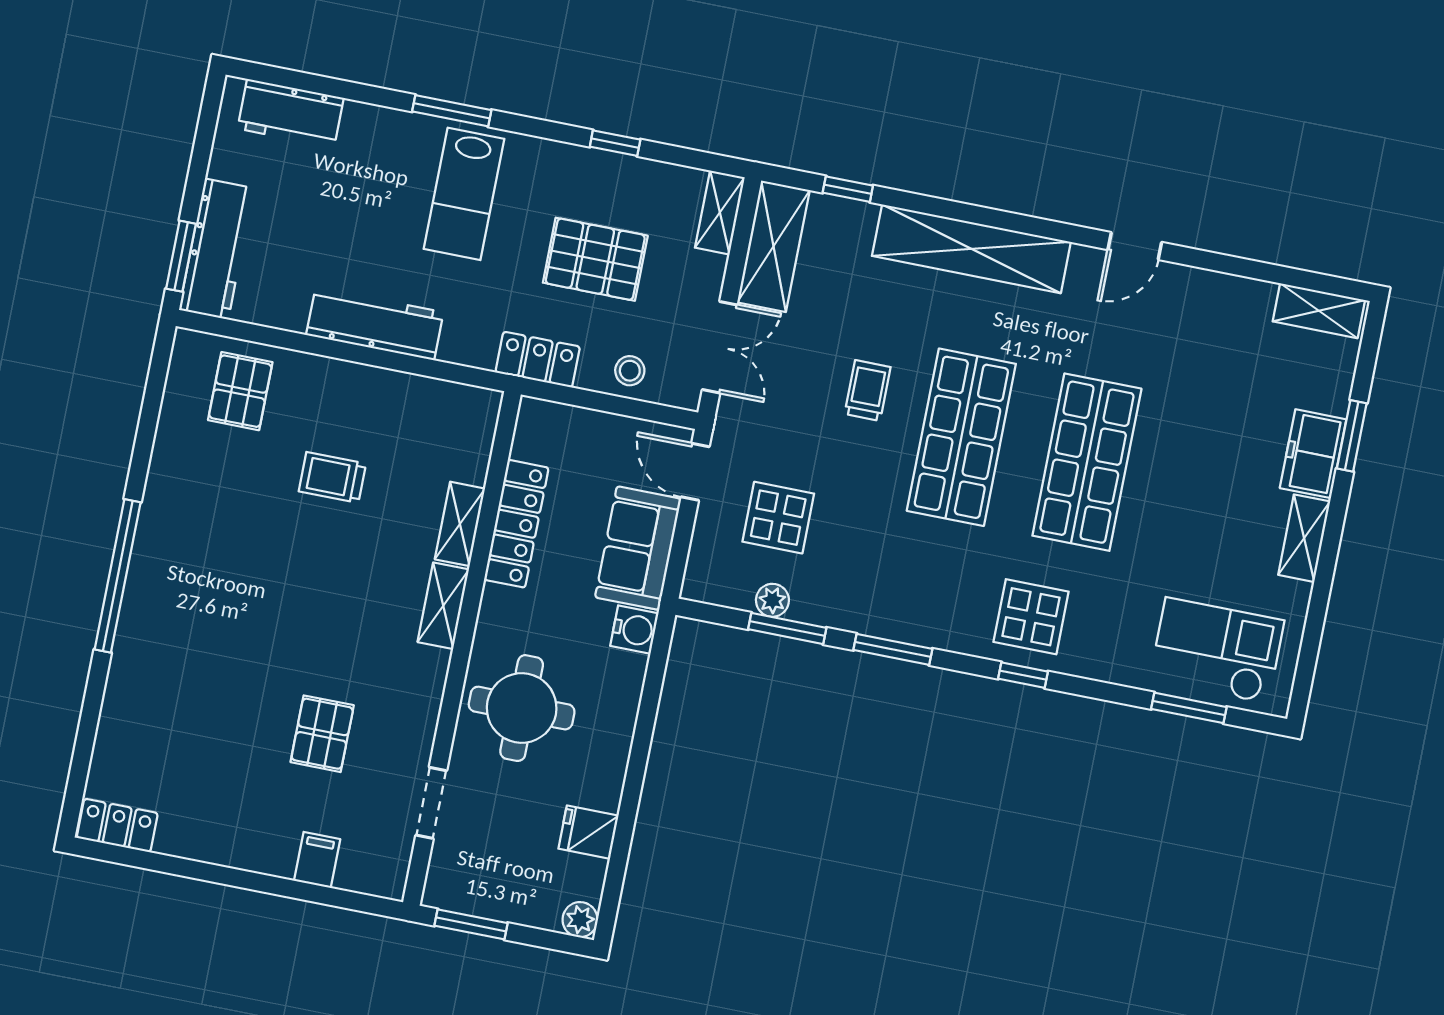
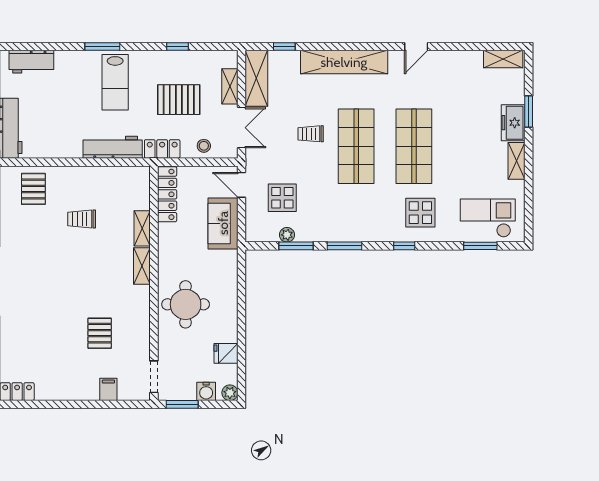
shelving: (720, 212) -> (230, 86), moved
workbench: (375, 324) -> (113, 147), moved
trolley: (868, 391) -> (311, 134), turned -90
locker: (516, 524) -> (167, 194), moved
display table: (1031, 617) -> (420, 213), moved
water cooler: (634, 630) -> (206, 391), moved, turned 90
doorway: (431, 803) -> (154, 377), moved

